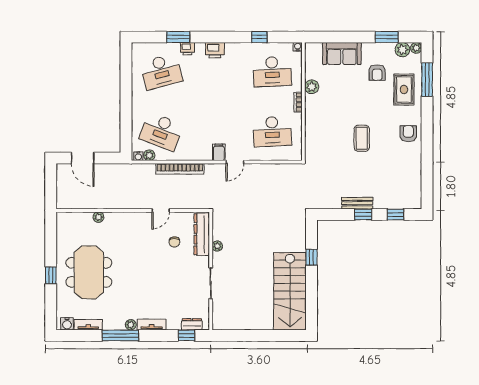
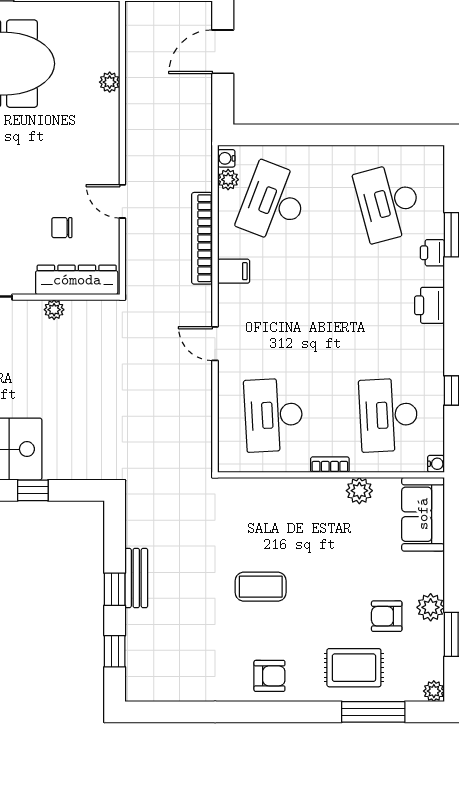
plant: (402, 50) -> (431, 607), moved
sofa: (342, 54) -> (423, 514), moved
filing cabinet: (219, 152) -> (234, 271), moved

